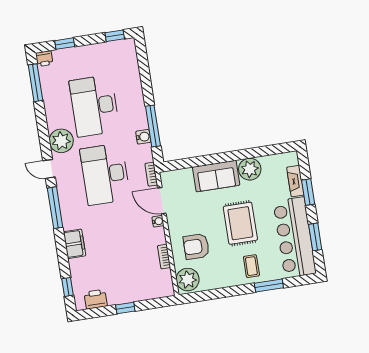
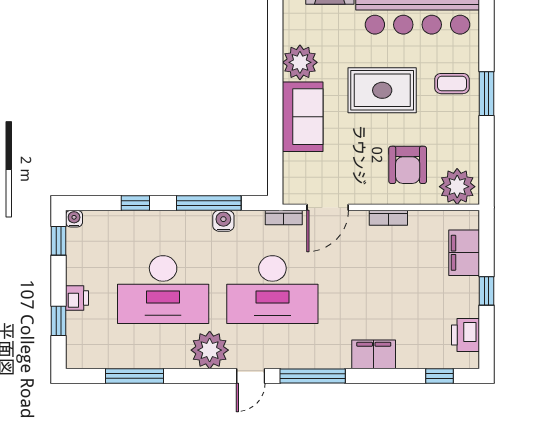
printer: (44, 59) -> (77, 298), moved
window: (146, 80) -> (135, 203), added
window: (35, 83) -> (135, 376), moved
water cooler: (158, 221) -> (74, 219), moved
bookcase: (164, 257) -> (388, 218), moved
window: (269, 285) -> (486, 94), moved
filing cabinet: (147, 290) -> (464, 253), added

